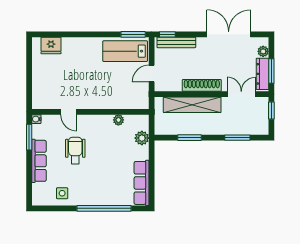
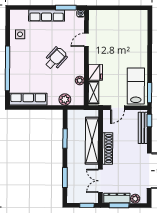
fridge: (51, 45) -> (95, 72), moved, turned 180
door: (152, 74) -> (117, 108), swing flipped
double door: (241, 94) -> (100, 181), swing flipped
shelving: (133, 103) -> (94, 93), added
wheelchair: (75, 150) -> (56, 59), moved, turned -47

